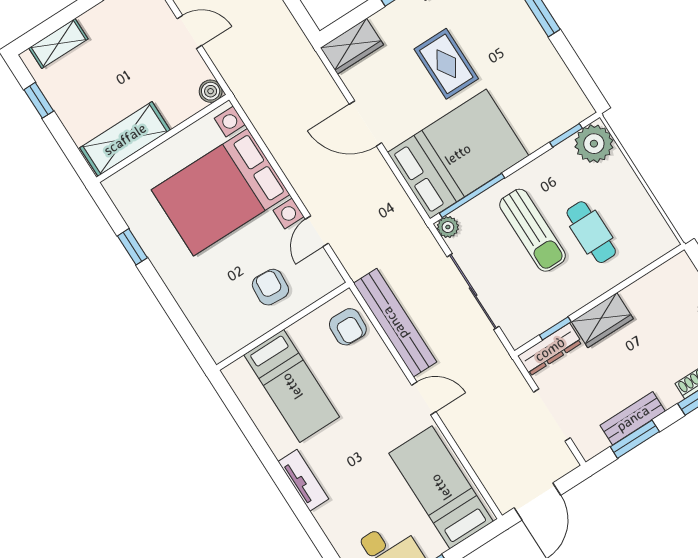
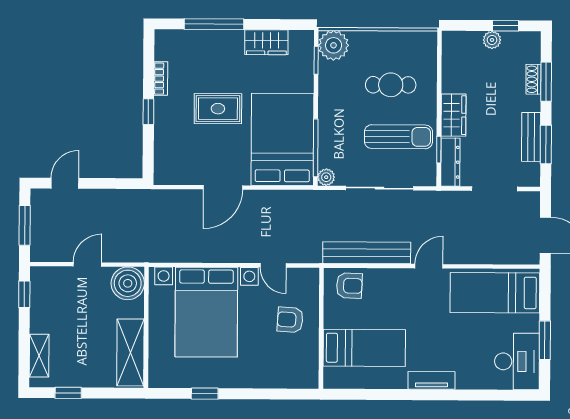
wardrobe: (352, 46) -> (266, 42), moved, turned 90
boiler: (211, 91) -> (128, 283), width x1.86, depth x1.86
sun lounger: (532, 230) -> (398, 137), moved

